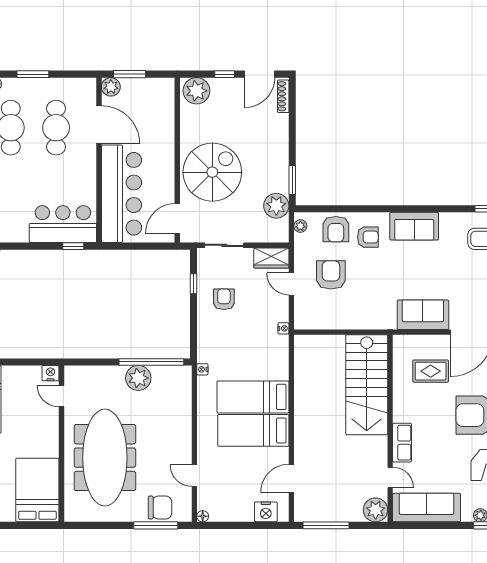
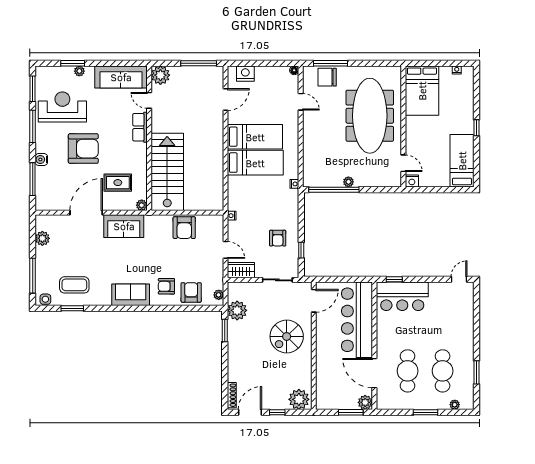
spiral stairs: (212, 172) -> (287, 336), width x0.73, depth x0.73
armchair: (331, 275) -> (184, 228), moved
plant: (400, 342) -> (142, 205), added
plant: (138, 378) -> (348, 182), width x0.53, depth x0.53

